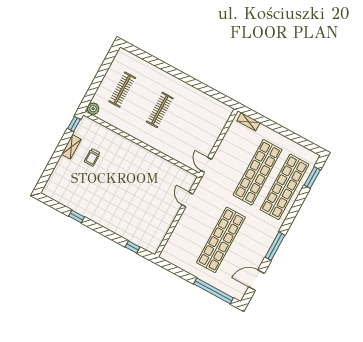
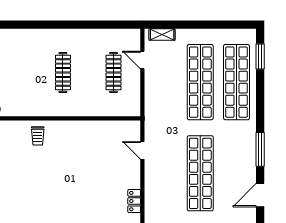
clothes rail: (122, 90) -> (114, 73), moved
trolley: (92, 157) -> (38, 136), moved
door: (206, 165) -> (142, 60), moved
locker: (161, 234) -> (134, 201), added

